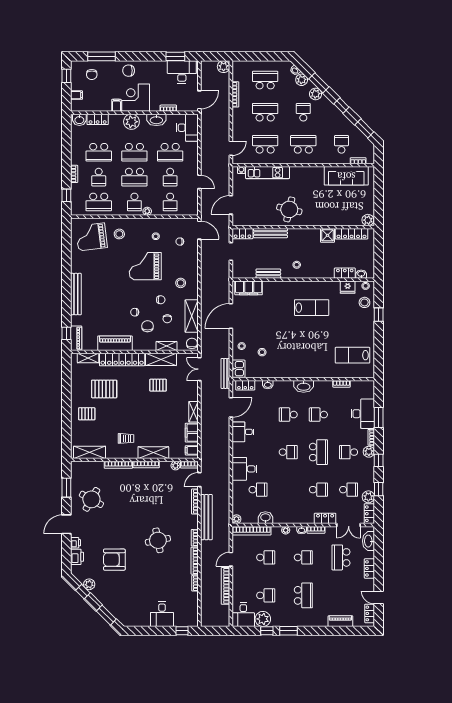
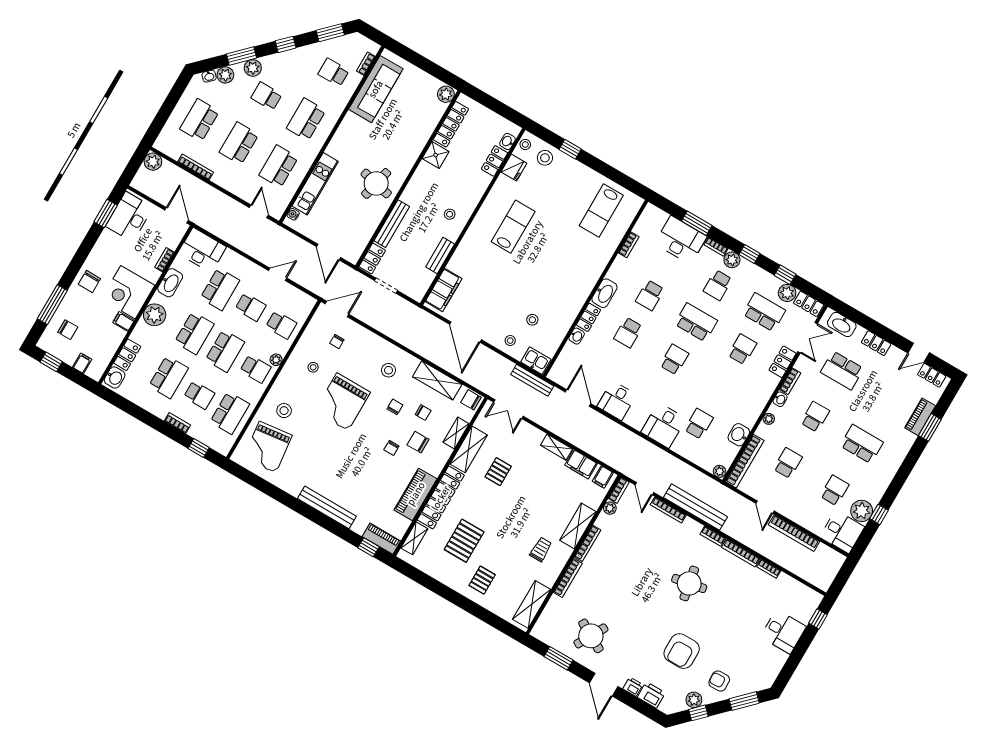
locker: (245, 385) -> (588, 317), moved
school desk: (349, 490) -> (764, 312), width x1.85
armchair: (109, 593) -> (719, 681), added
window: (289, 631) -> (930, 427), moved

